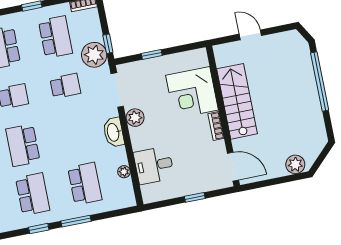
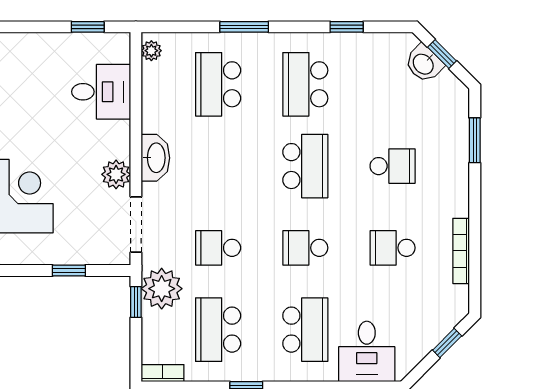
plant: (124, 172) -> (151, 51), moved
window: (195, 197) -> (88, 27), moved
window: (39, 229) -> (347, 27), moved

